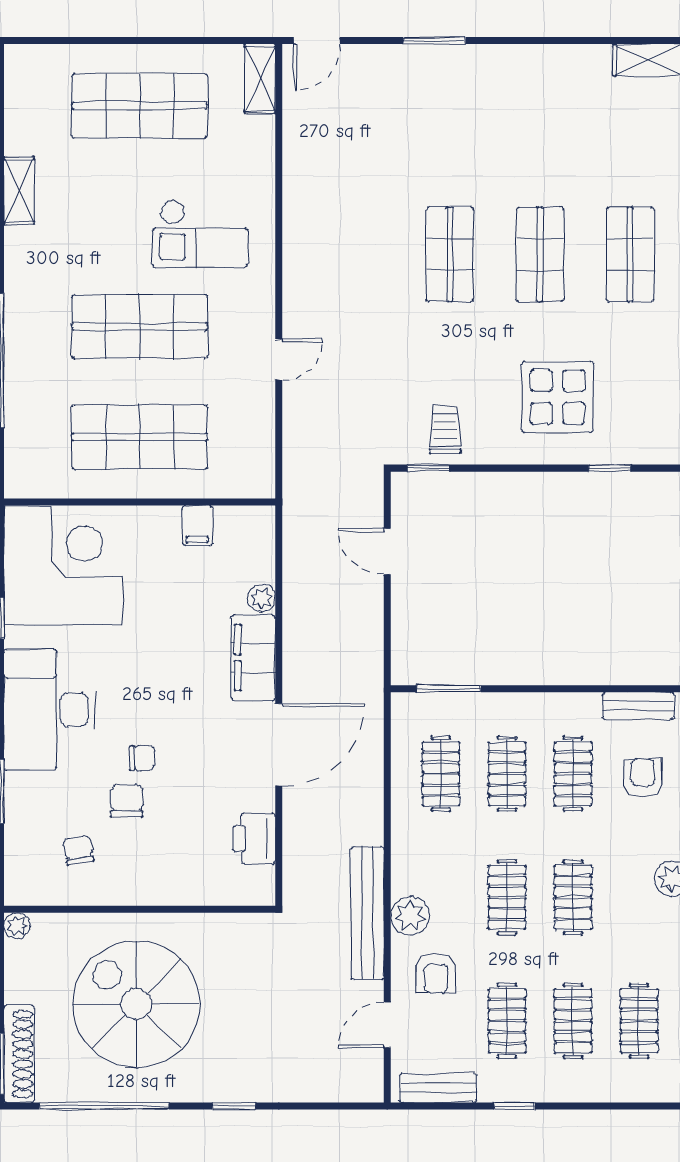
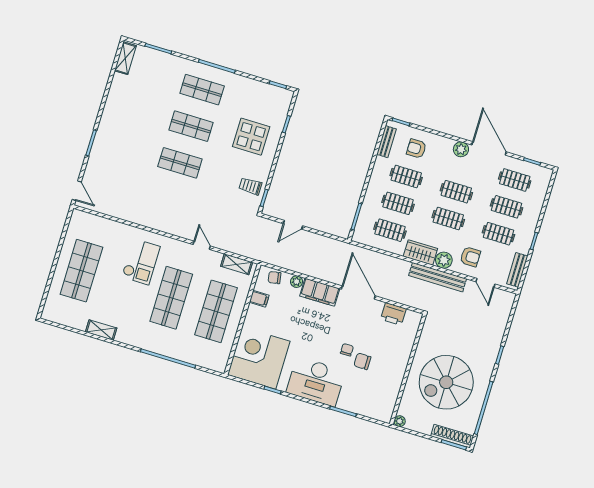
shelving: (260, 79) -> (237, 264), moved
chair: (78, 850) -> (275, 278), moved
wardrobe: (412, 858) -> (420, 252), added

